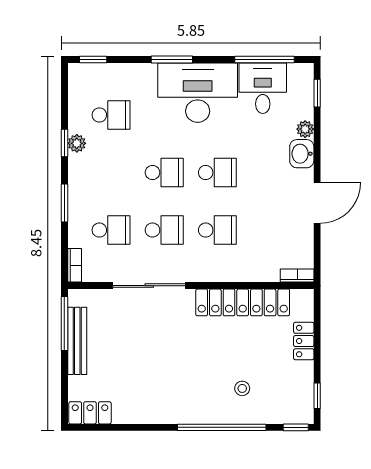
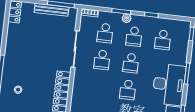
plant: (77, 143) -> (127, 18), moved
school desk: (217, 230) -> (134, 36), moved

